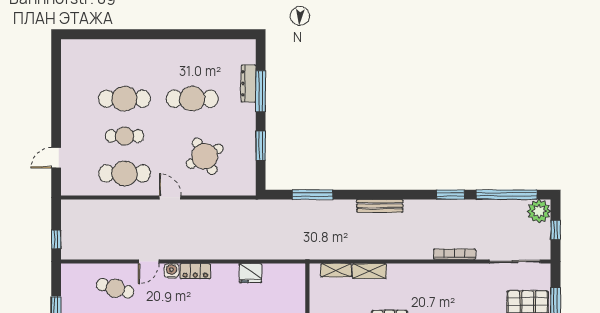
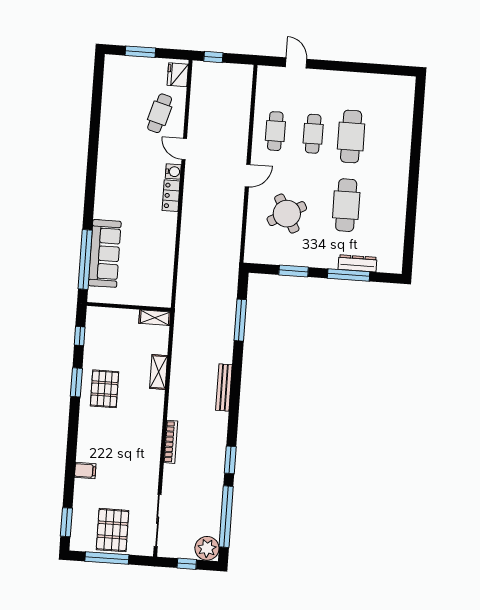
cafe table: (124, 173) -> (275, 131), width x0.73, depth x0.74
bookcase: (455, 254) -> (171, 442), moved
shelving: (336, 270) -> (155, 318), moved, turned 90
fridge: (251, 273) -> (178, 75), moved

